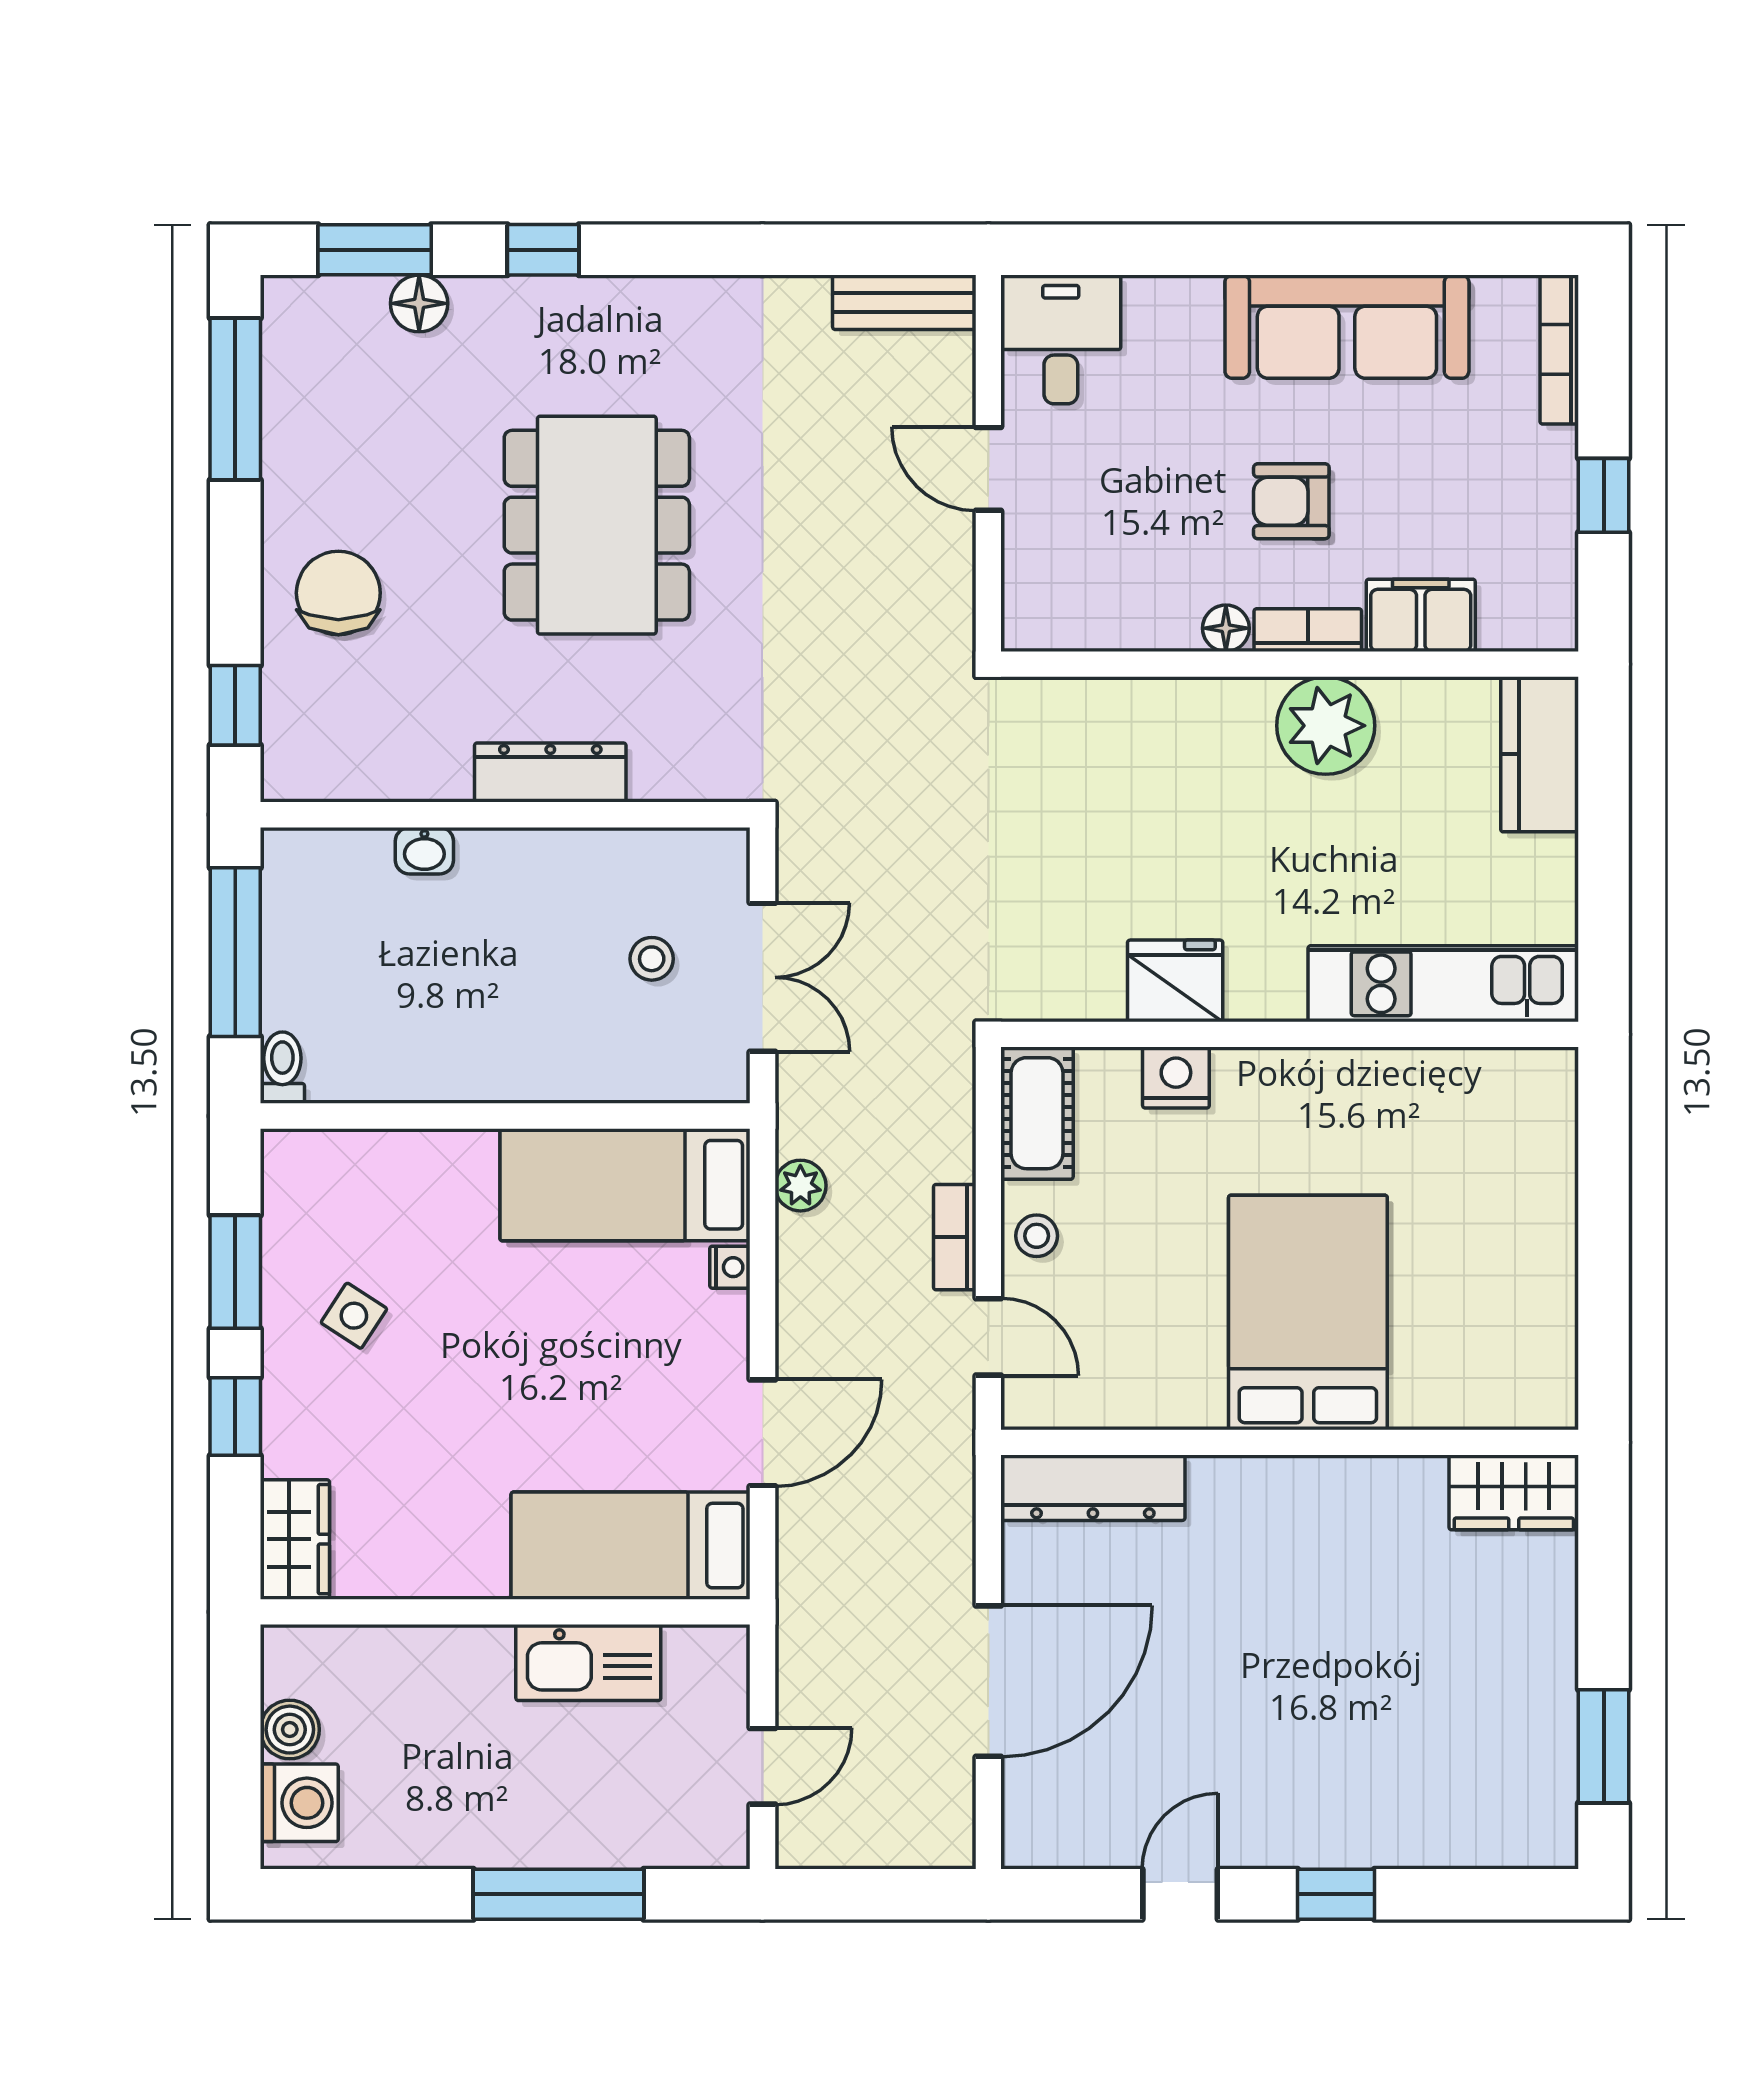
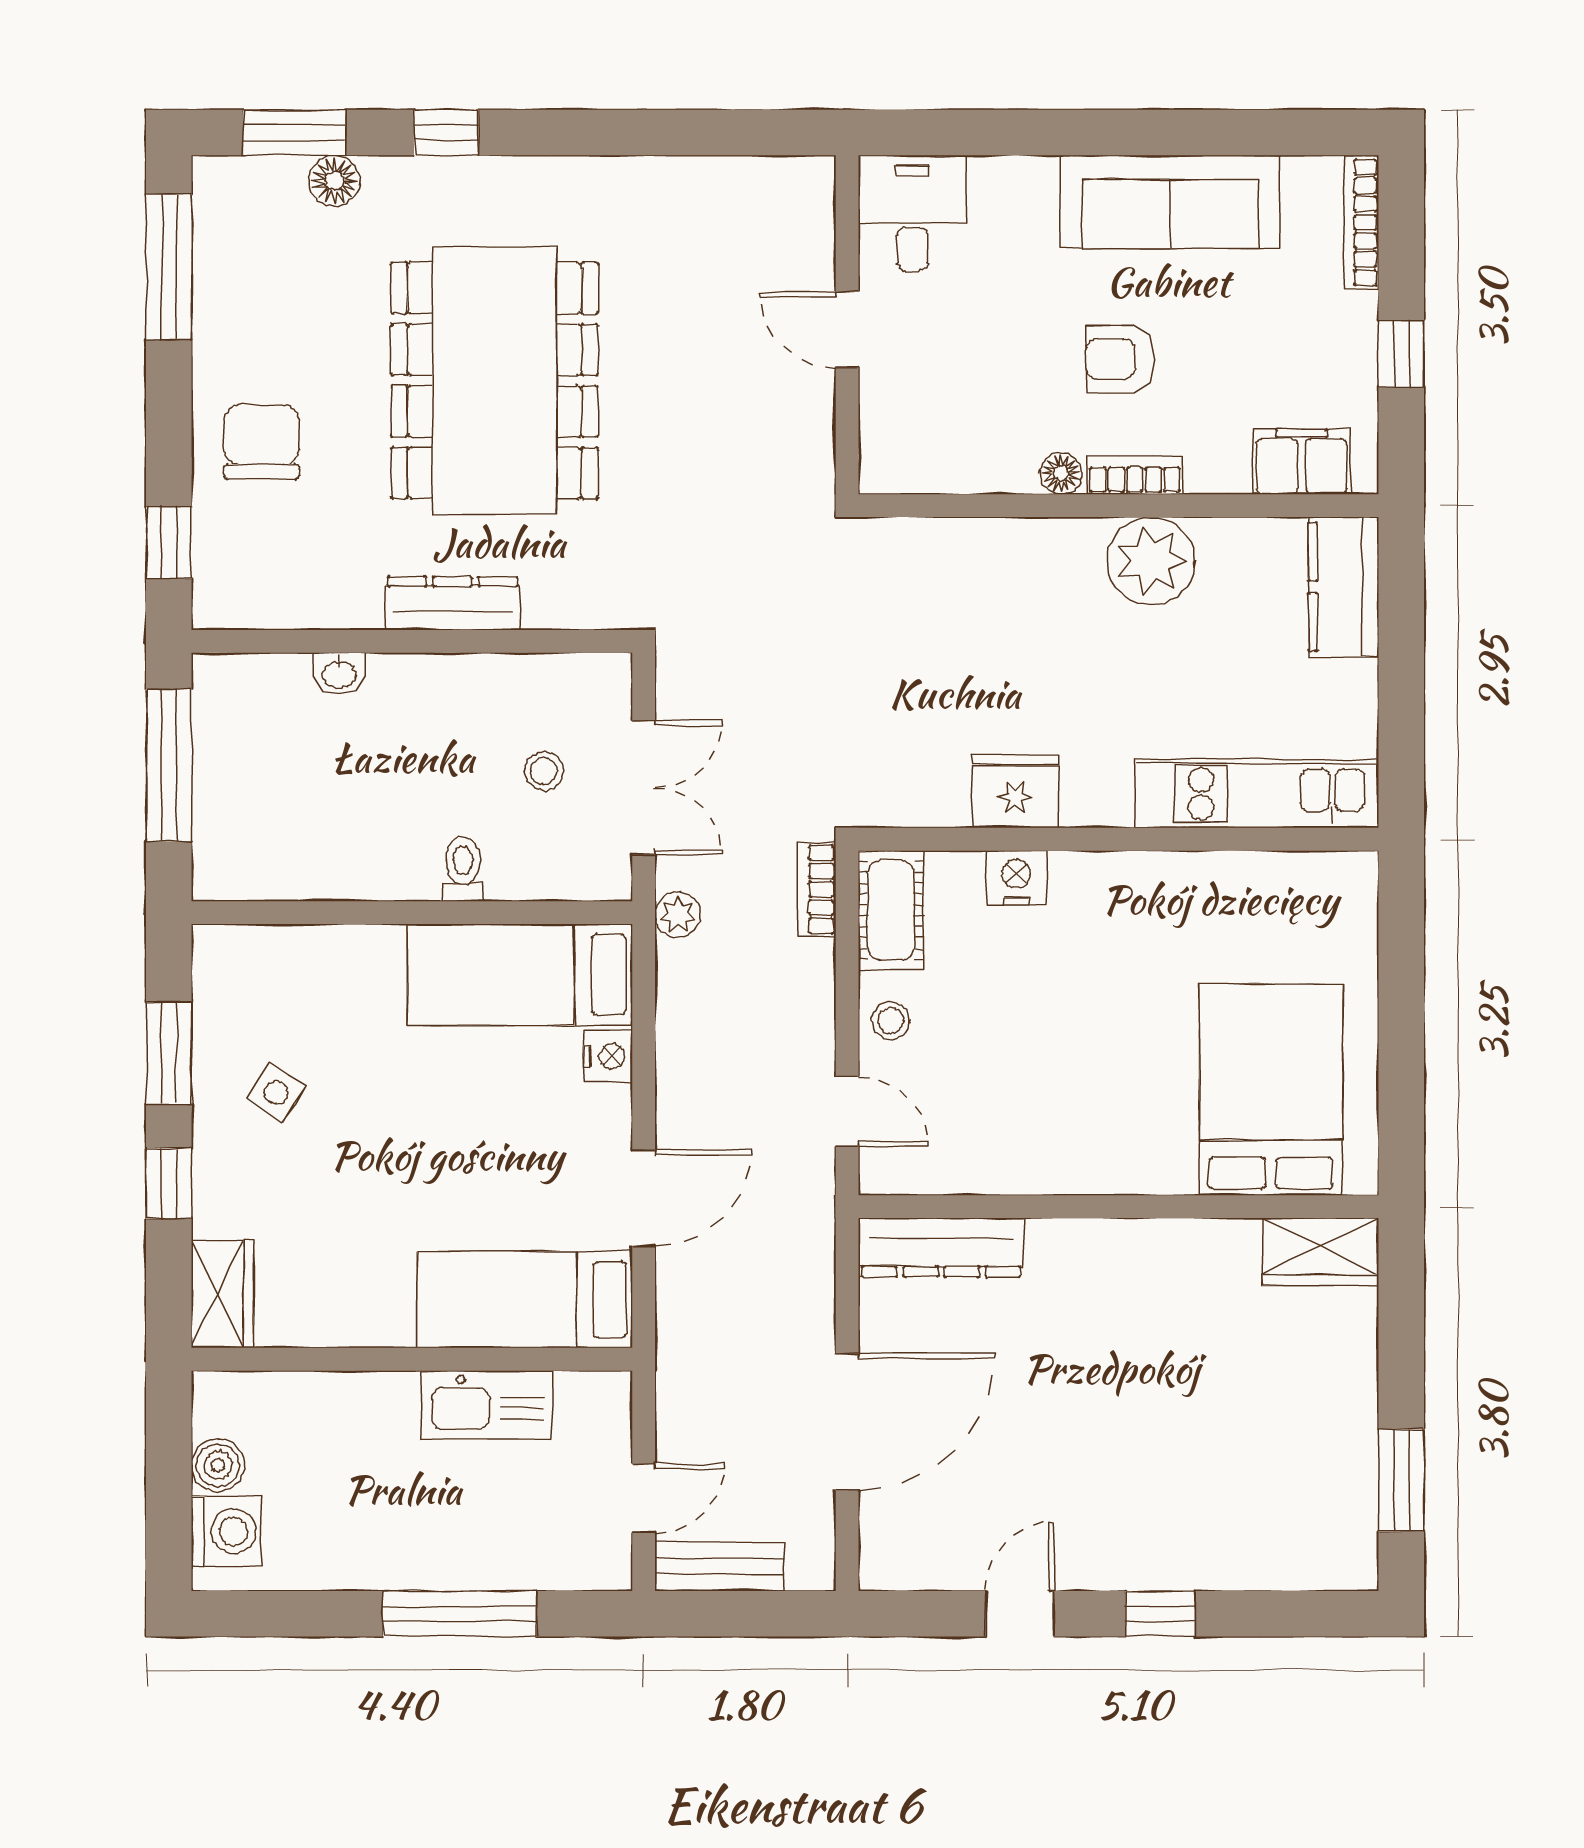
bench: (904, 302) -> (719, 1566), moved
dining table: (597, 525) -> (494, 381), width x1.36, depth x1.24
filing cabinet: (1421, 615) -> (1302, 462), moved
toilet: (282, 1068) -> (463, 869), moved
plant: (800, 1186) -> (678, 915), moved
bookcase: (955, 1237) -> (817, 889), moved
nightstand: (730, 1267) -> (608, 1056), width x1.39, depth x1.35
bed: (1308, 1312) -> (1271, 1090), moved

